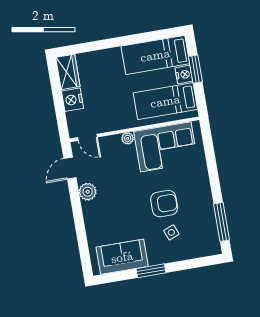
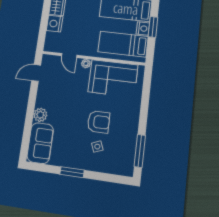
door: (87, 137) -> (69, 55), moved
plant: (88, 192) -> (40, 115), moved
sofa: (122, 257) -> (40, 143), moved, turned 90

